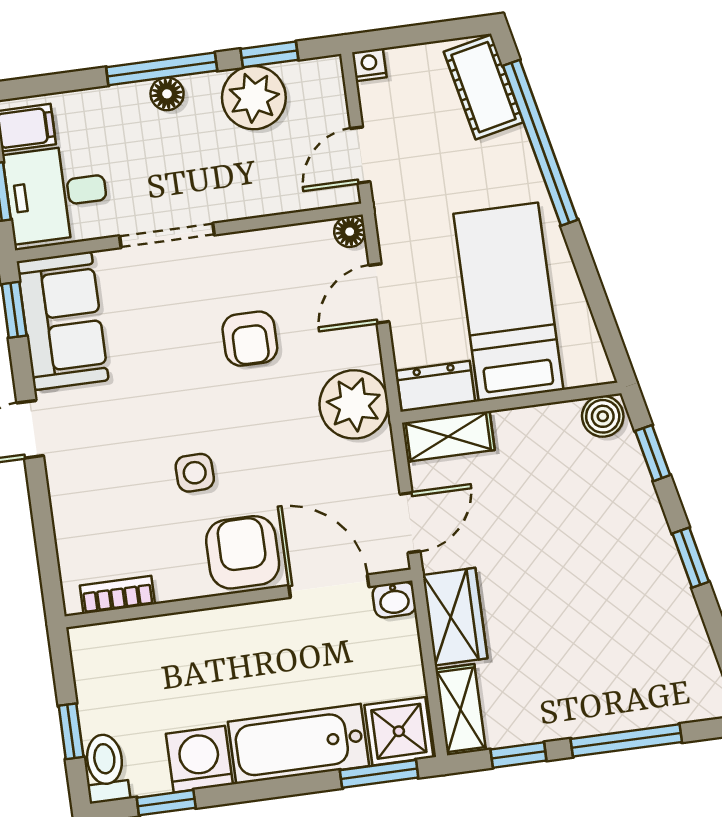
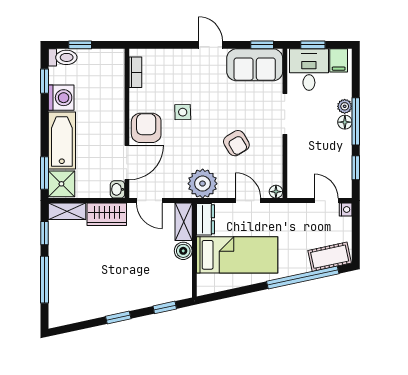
plant: (254, 98) -> (345, 106), moved, width x0.53, depth x0.53
door: (360, 155) -> (326, 201), moved
armchair: (250, 339) -> (236, 143), turned -121
boiler: (603, 416) -> (183, 251), moved
armchair: (243, 552) -> (146, 128), turned -90

